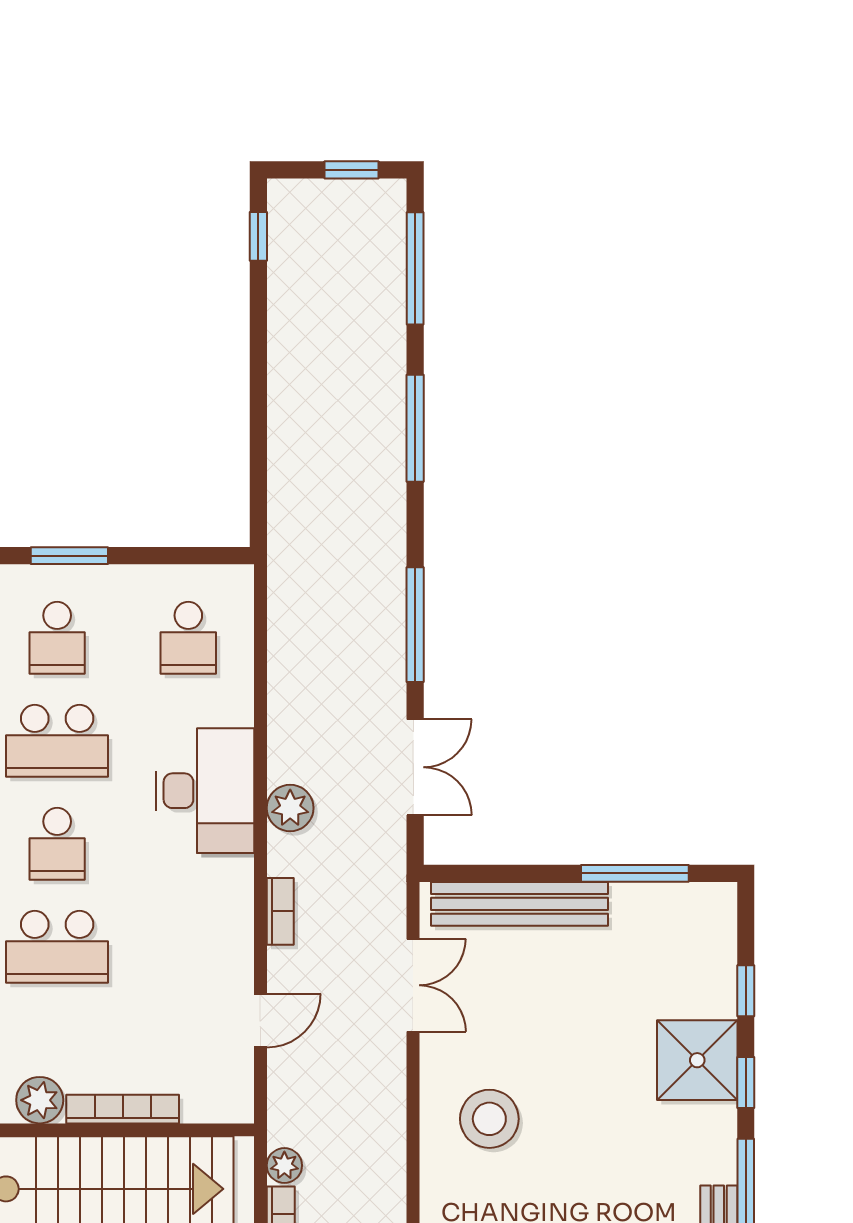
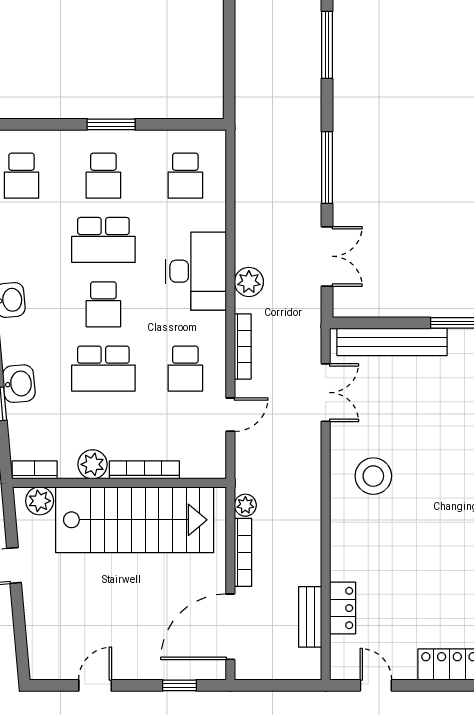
bookcase: (280, 911) -> (243, 347), width x1.56
school desk: (188, 947) -> (185, 369), added

